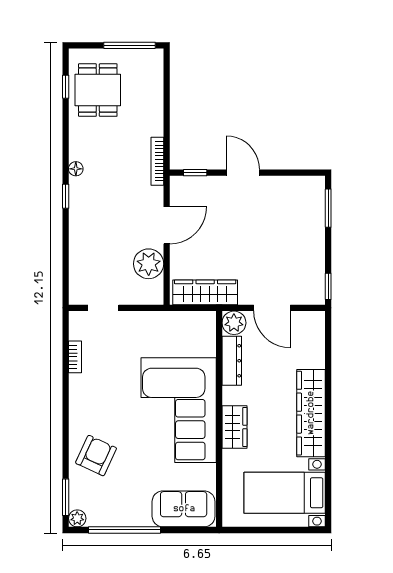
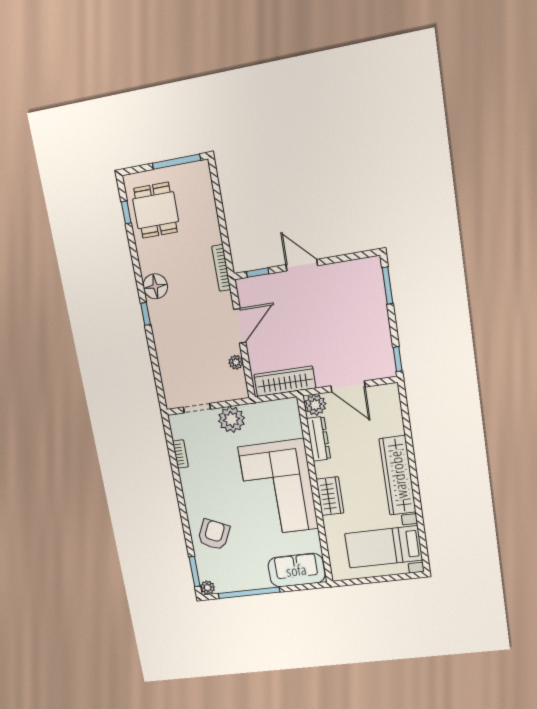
floor lamp: (76, 169) -> (155, 286), width x1.89, depth x1.89
plant: (149, 264) -> (236, 362), width x0.53, depth x0.53
plant: (140, 326) -> (231, 419), added

